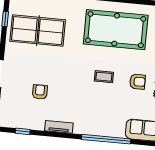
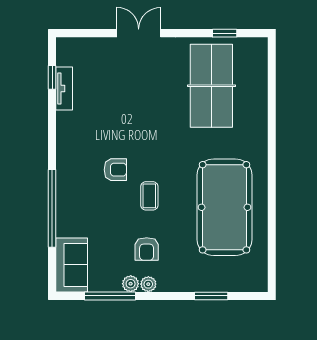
armchair: (40, 92) -> (115, 170), moved
tv unit: (59, 127) -> (64, 89), moved

